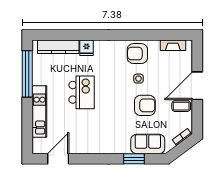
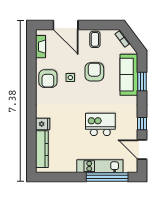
window: (27, 74) -> (107, 177), moved
door: (197, 86) -> (66, 25), moved
kitchen island: (82, 92) -> (100, 124), moved
sofa: (148, 144) -> (129, 75), width x1.36
window: (87, 159) -> (142, 124), added

